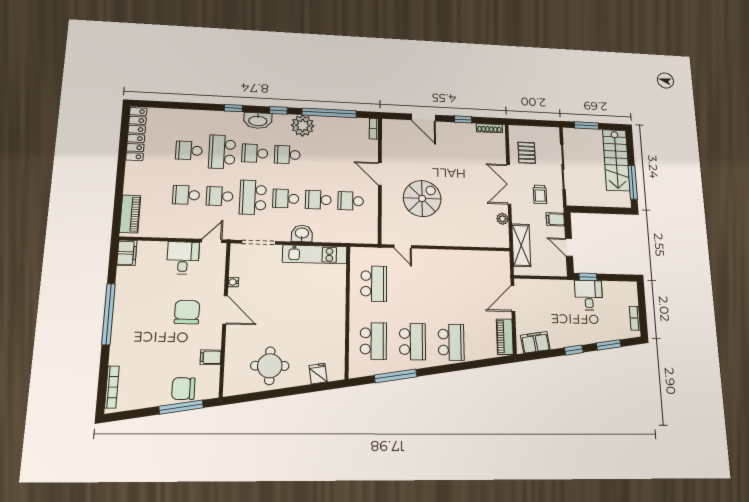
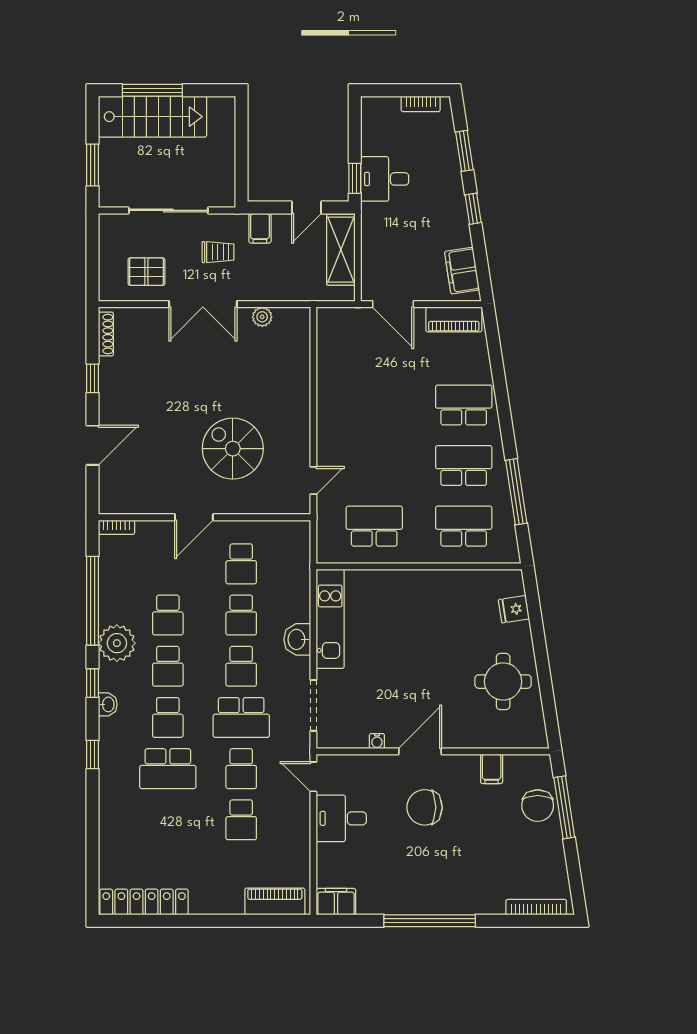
washbasin: (258, 121) -> (108, 704), width x0.52, depth x0.69
school desk: (189, 150) -> (168, 615), moved
window: (633, 182) -> (152, 90), moved
shelving: (521, 245) -> (341, 250), moved, turned 90

